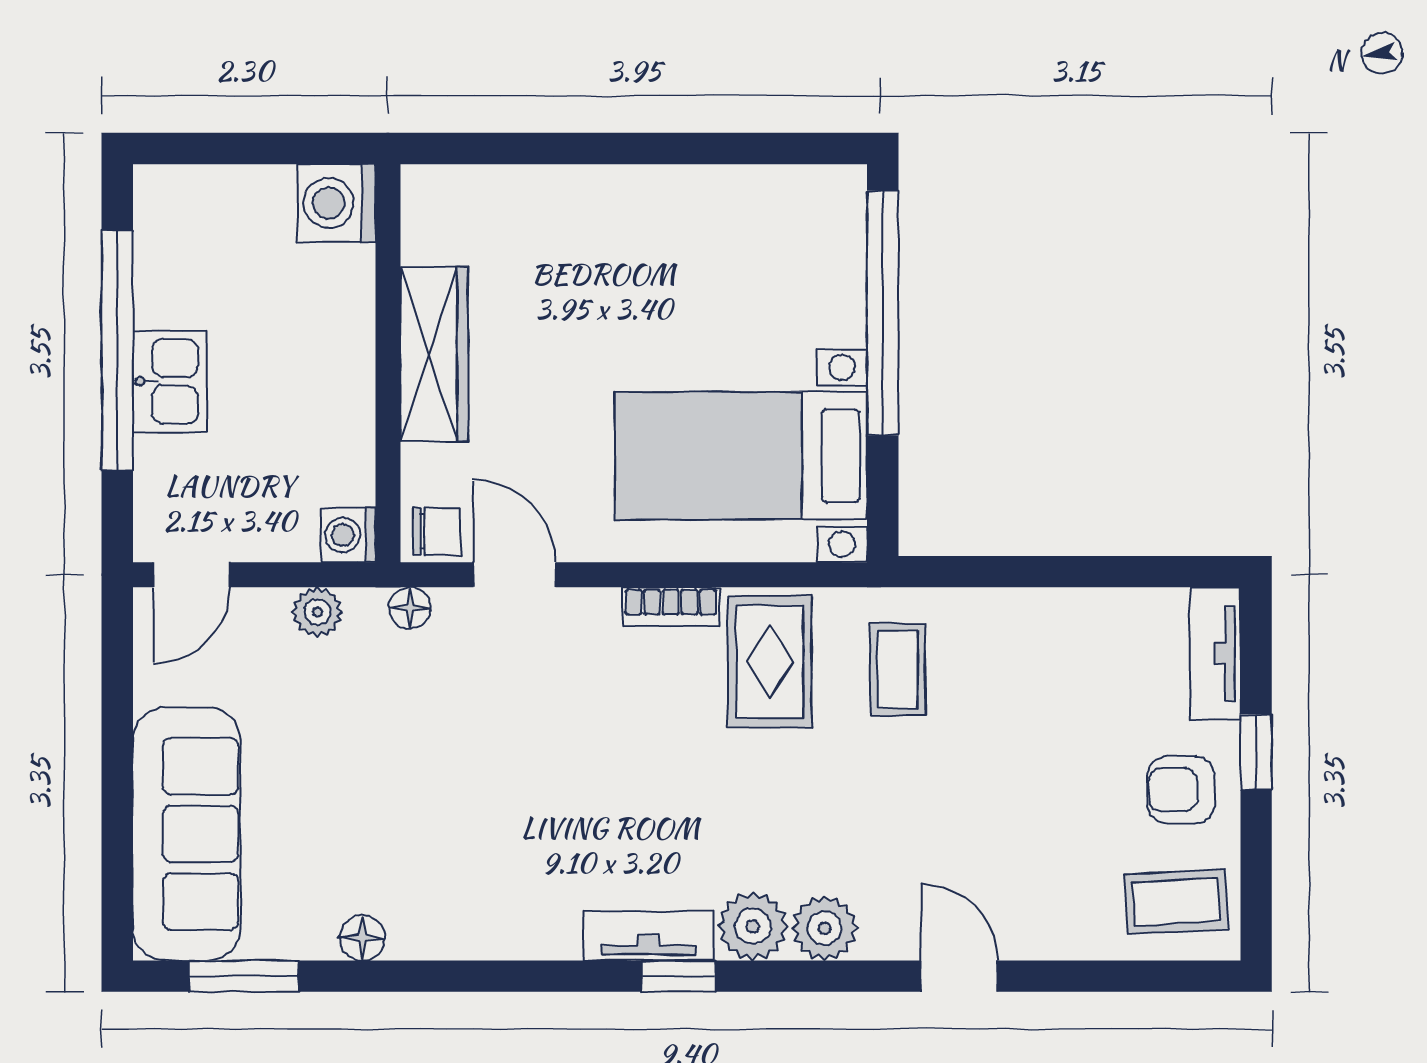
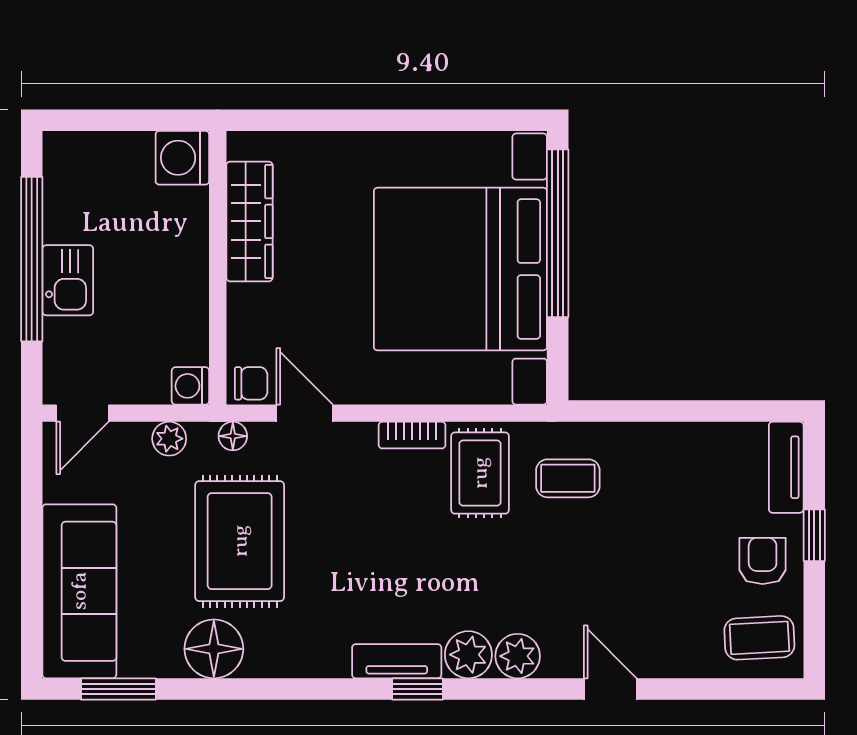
wardrobe: (434, 354) -> (249, 221), moved
bed with nightstands: (741, 456) -> (460, 269), width x1.85
coffee table: (898, 670) -> (568, 478), turned 90
rug: (420, 761) -> (240, 541), added
armchair: (1181, 790) -> (763, 561), turned 90
floor lamp: (362, 938) -> (214, 649), width x1.89, depth x1.89

